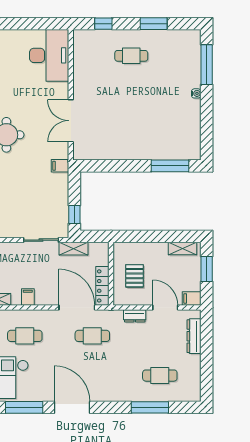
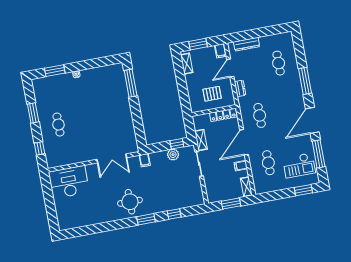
window: (207, 65) -> (55, 71), width x0.69
plant: (61, 206) -> (173, 155), added
door: (77, 308) -> (244, 142), moved
window: (150, 407) -> (305, 81), moved

